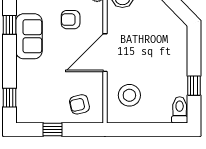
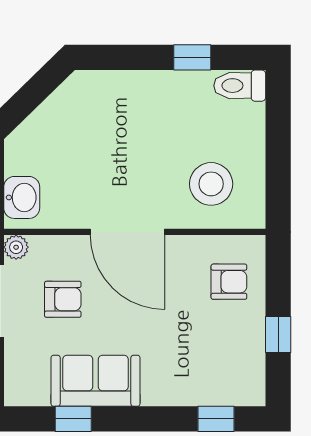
armchair: (71, 20) -> (63, 299), turned -90
armchair: (79, 104) -> (229, 282), turned -77

